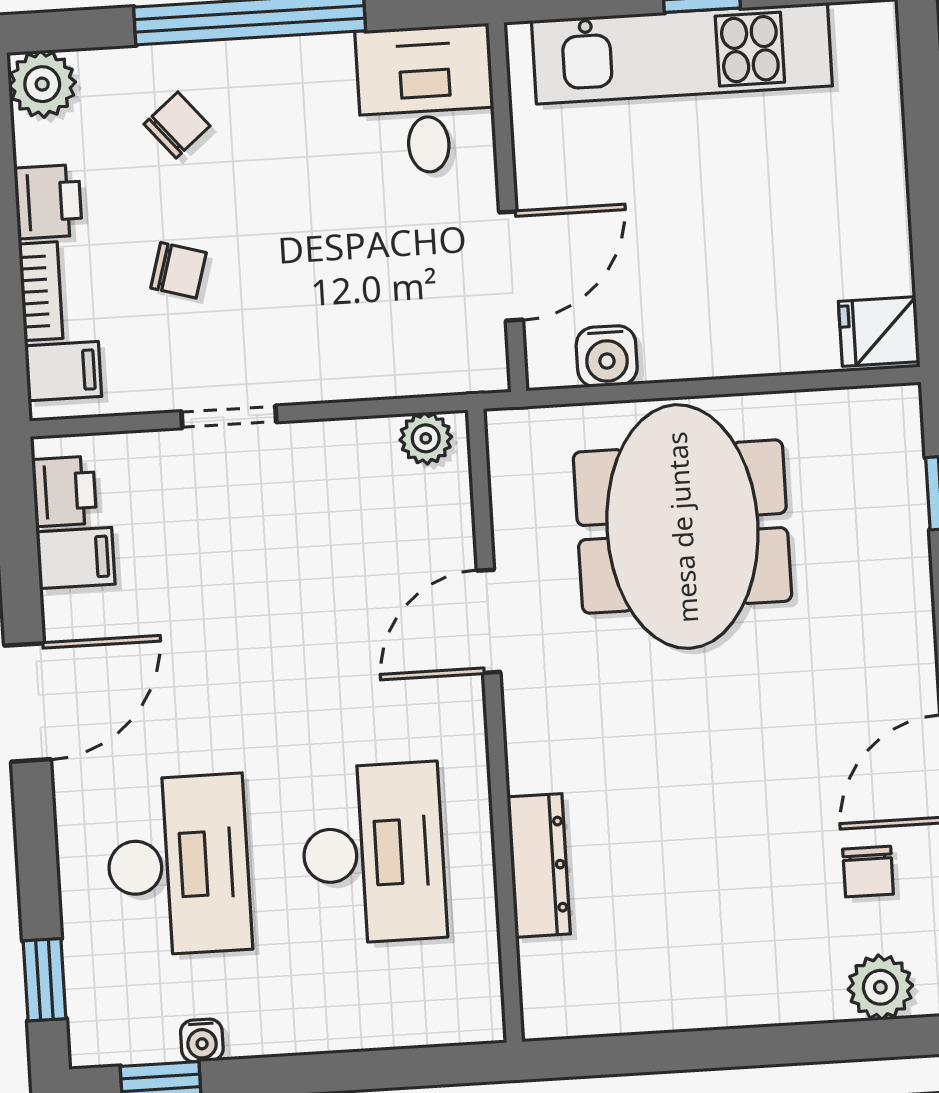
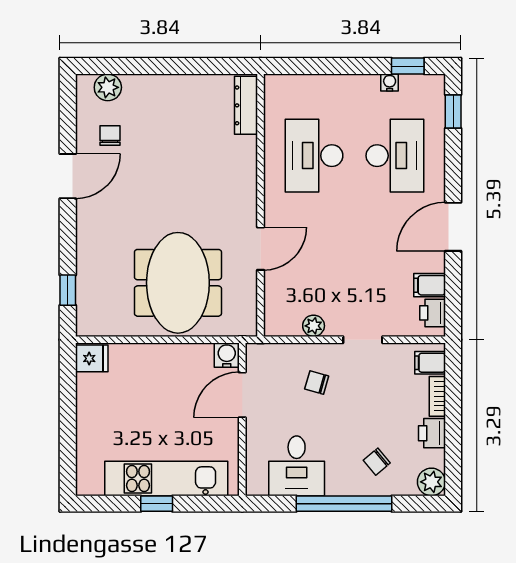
desk: (426, 100) -> (297, 466), moved
chair: (178, 270) -> (317, 382), moved
water cooler: (607, 356) -> (227, 355), moved
plant: (426, 438) -> (314, 326), moved
desk: (178, 865) -> (395, 156), turned 180
dresser: (539, 865) -> (246, 105), moved

